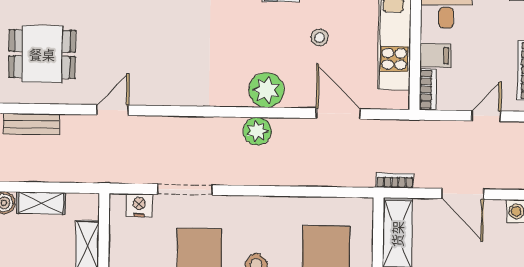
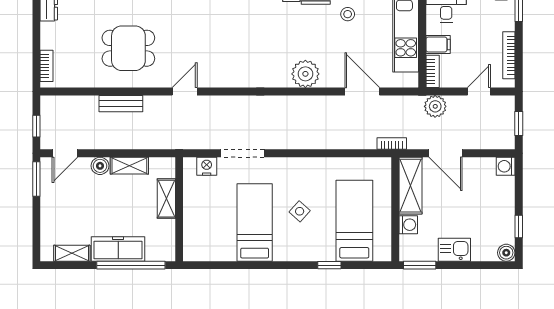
stool: (320, 37) -> (348, 14), moved
plant: (257, 131) -> (435, 106), moved
bookcase: (395, 180) -> (392, 143), moved
door: (463, 194) -> (445, 153), moved

